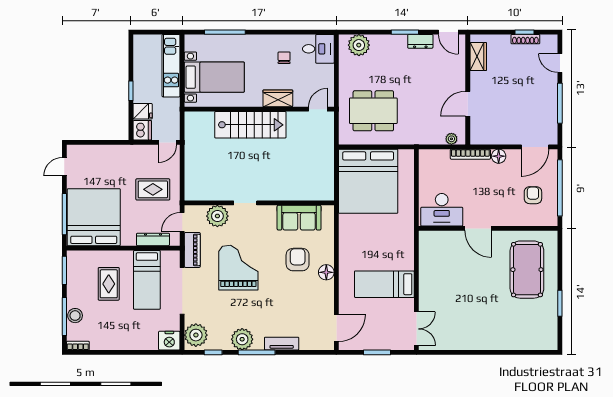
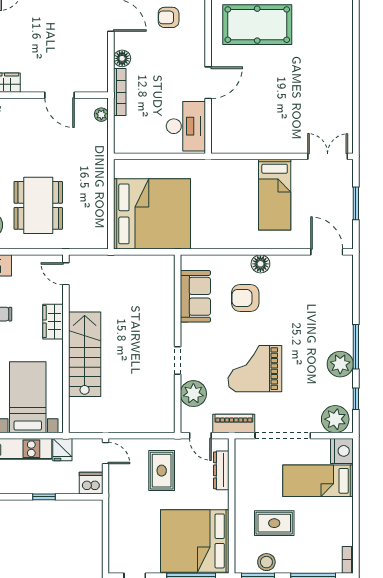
fridge: (143, 111) -> (62, 450), moved, turned 180
dining table: (373, 111) -> (38, 205), moved
bed: (147, 280) -> (318, 481), moved, turned 180
stool: (75, 316) -> (266, 562), moved
tv unit: (282, 344) -> (345, 317), removed

